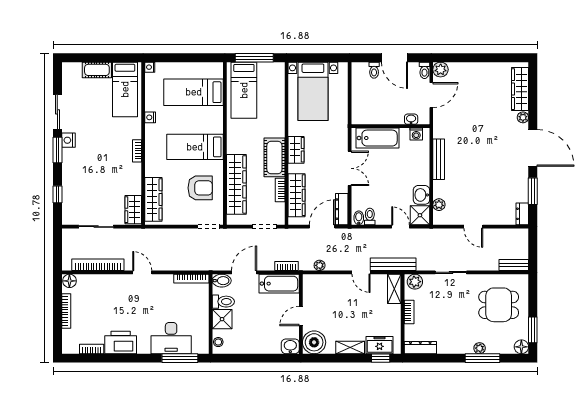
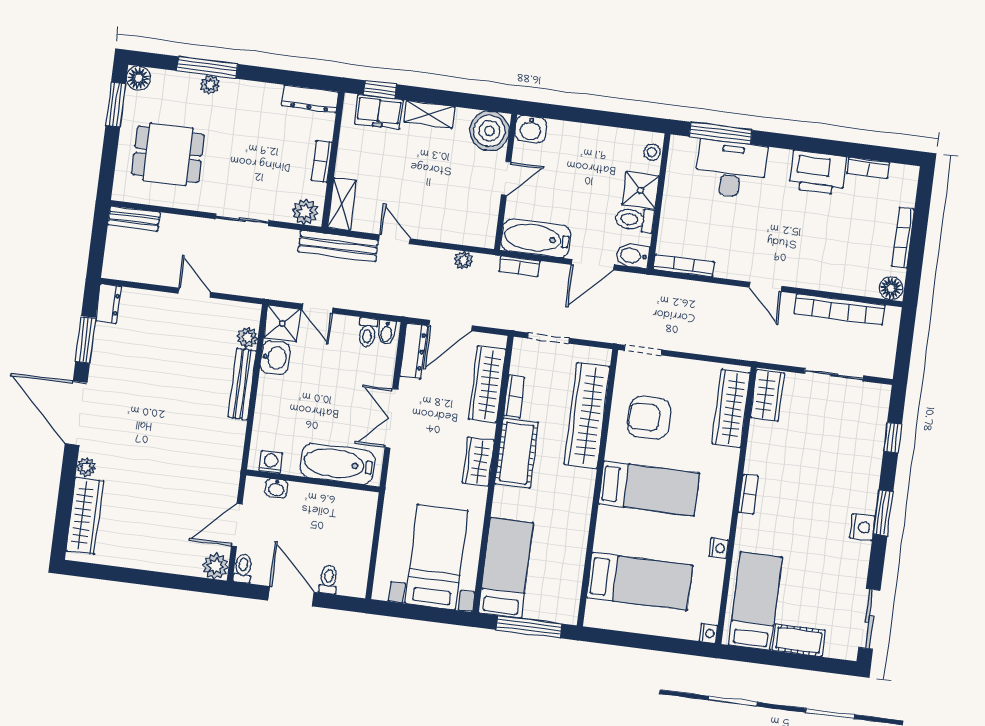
bed: (244, 90) -> (506, 568), moved
sliding door: (57, 112) -> (869, 619), moved
bench: (439, 159) -> (242, 384), moved

